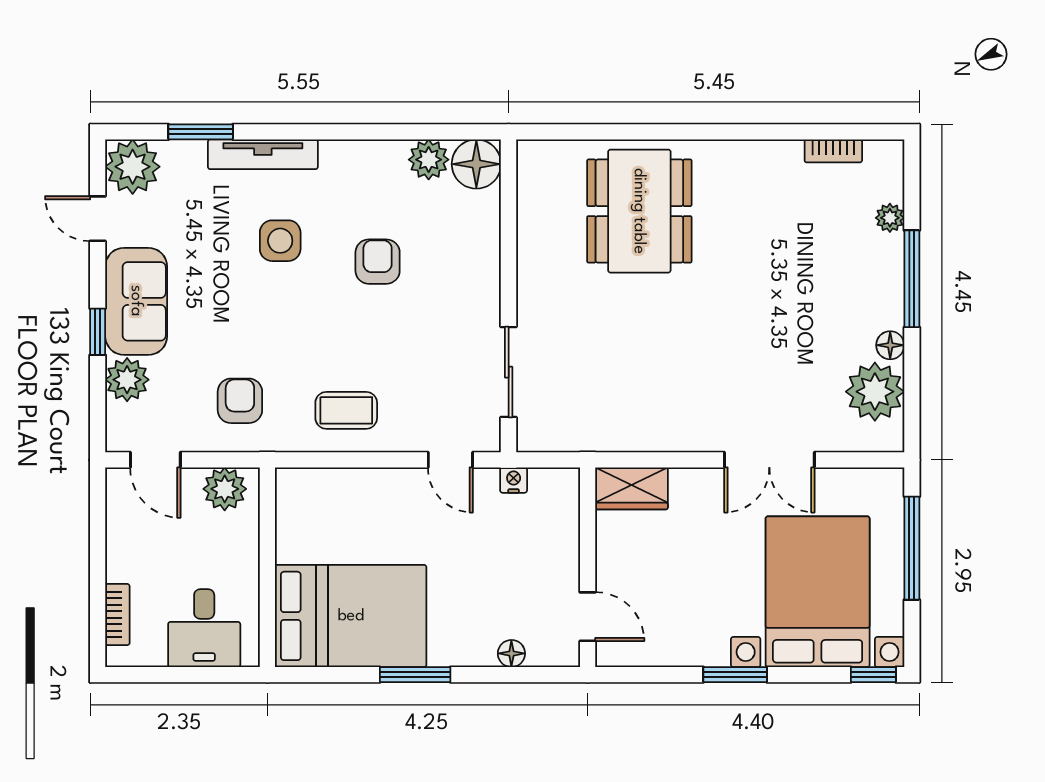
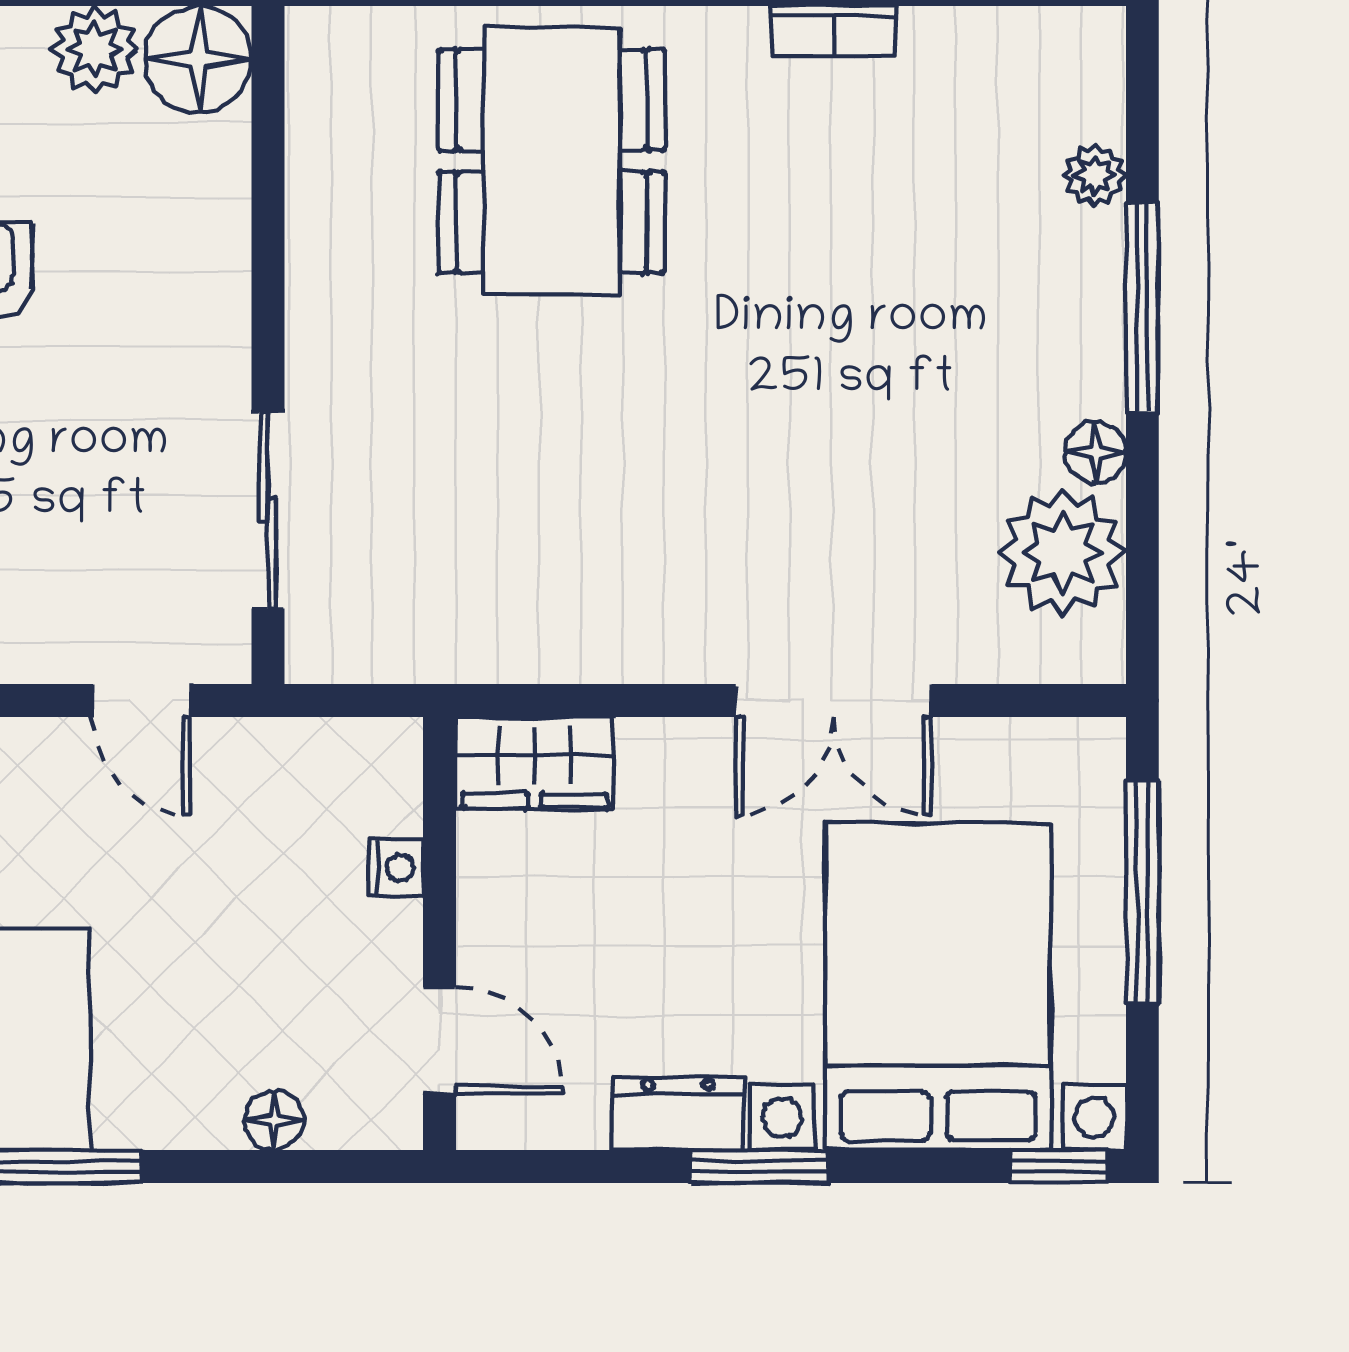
bookcase: (833, 151) -> (834, 31), moved
nightstand: (514, 480) -> (396, 868), moved, turned 90
dresser: (698, 650) -> (678, 1113), added

